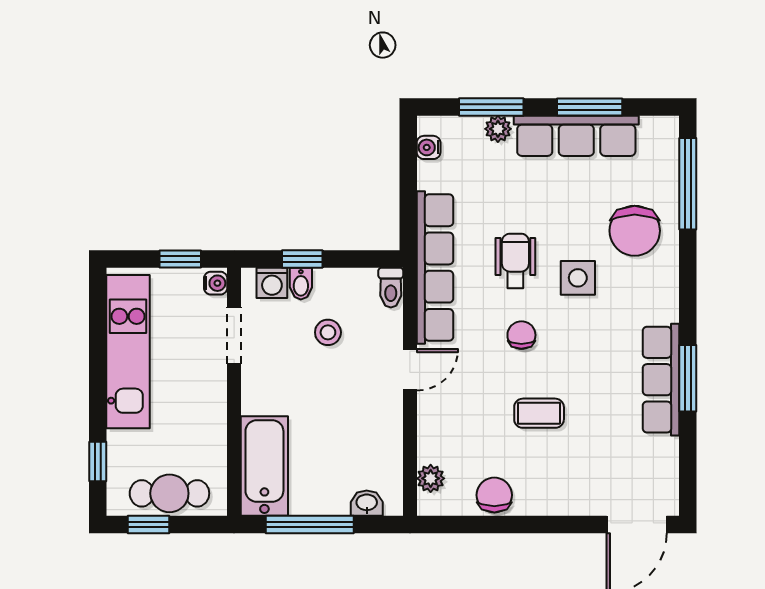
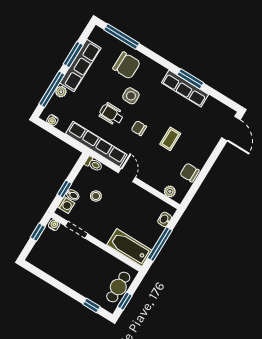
window: (491, 107) -> (52, 89), width x1.44
kitchen unit: (128, 352) -> (59, 271), removed

